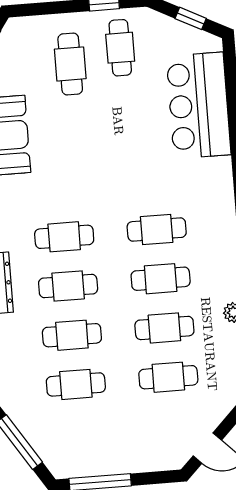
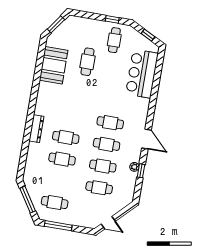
cafe table: (70, 64) -> (87, 62), moved
cafe table: (64, 237) -> (69, 116), removed
cafe table: (76, 384) -> (55, 202), moved

